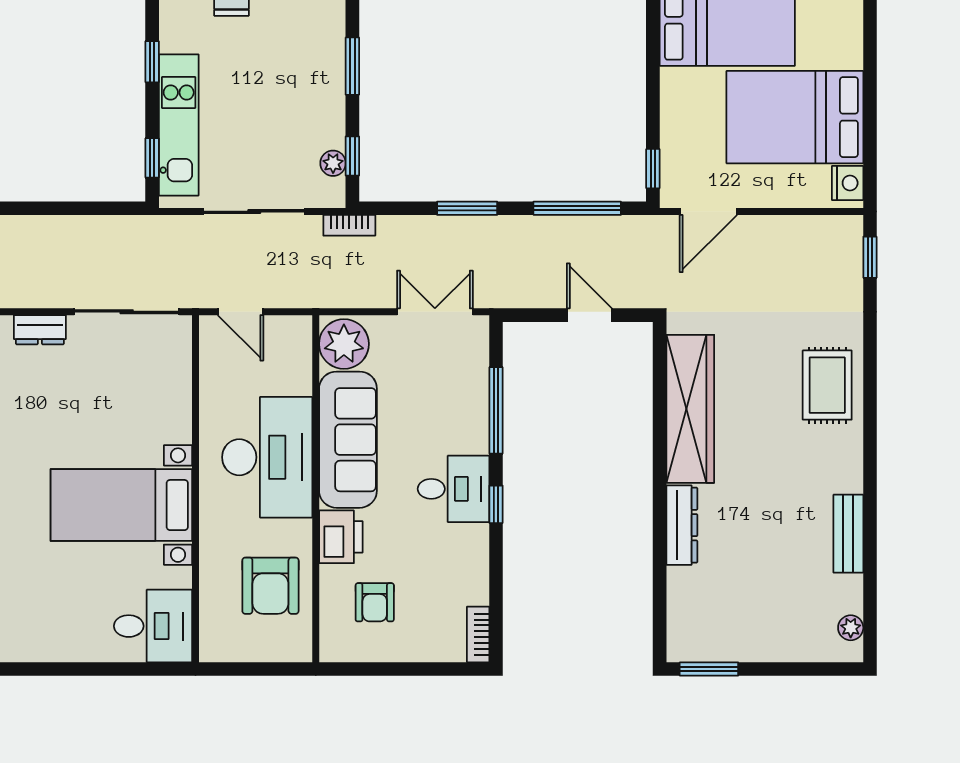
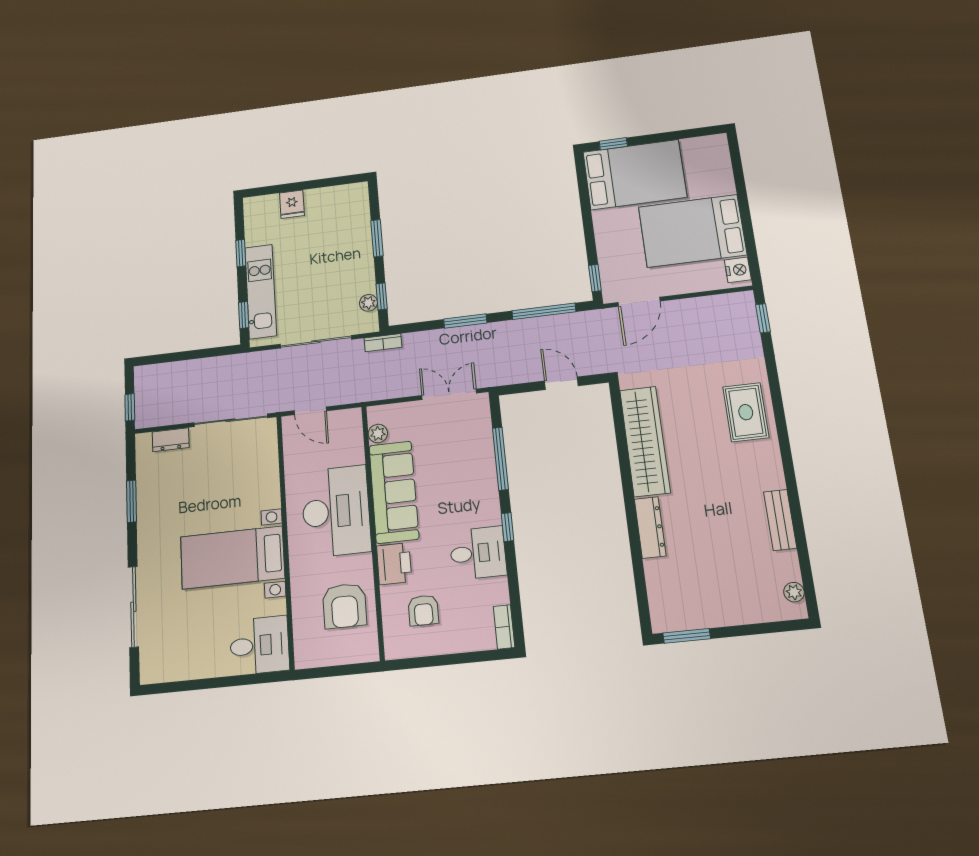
plant: (344, 344) -> (378, 434), width x0.53, depth x0.53
desk: (453, 489) -> (478, 553), moved

